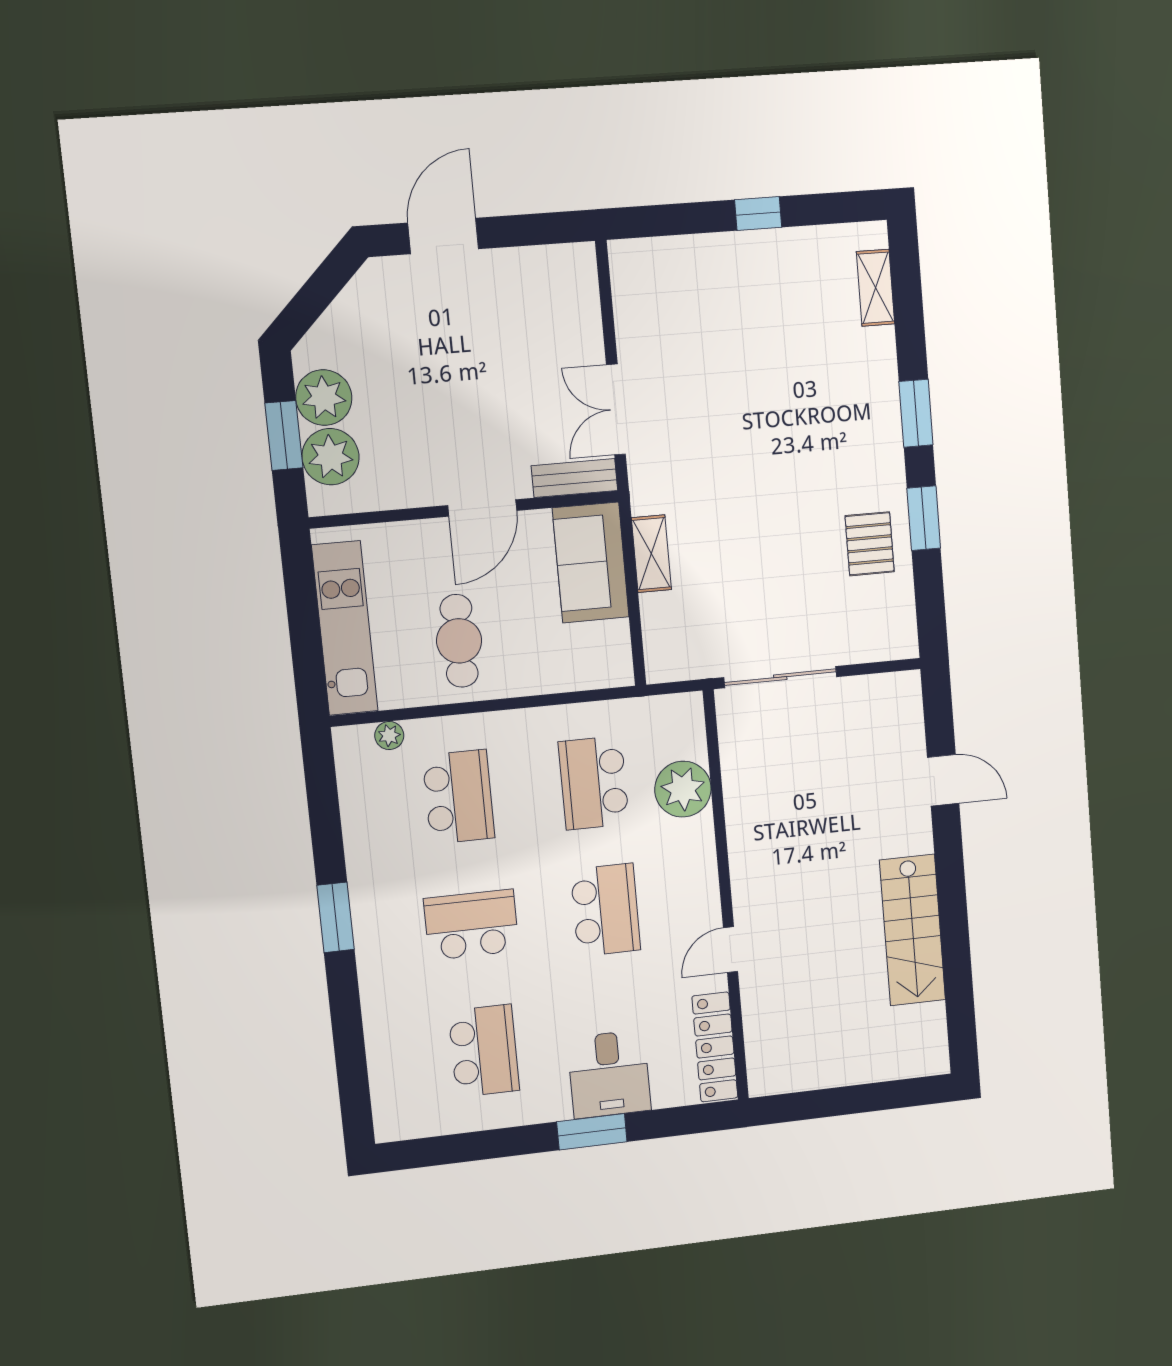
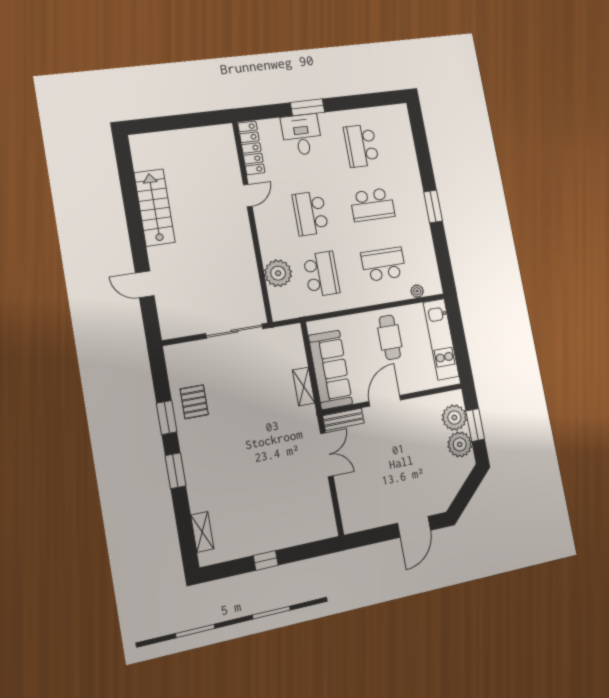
sofa: (591, 563) -> (330, 370), width x1.36
school desk: (459, 797) -> (384, 264), turned 90

